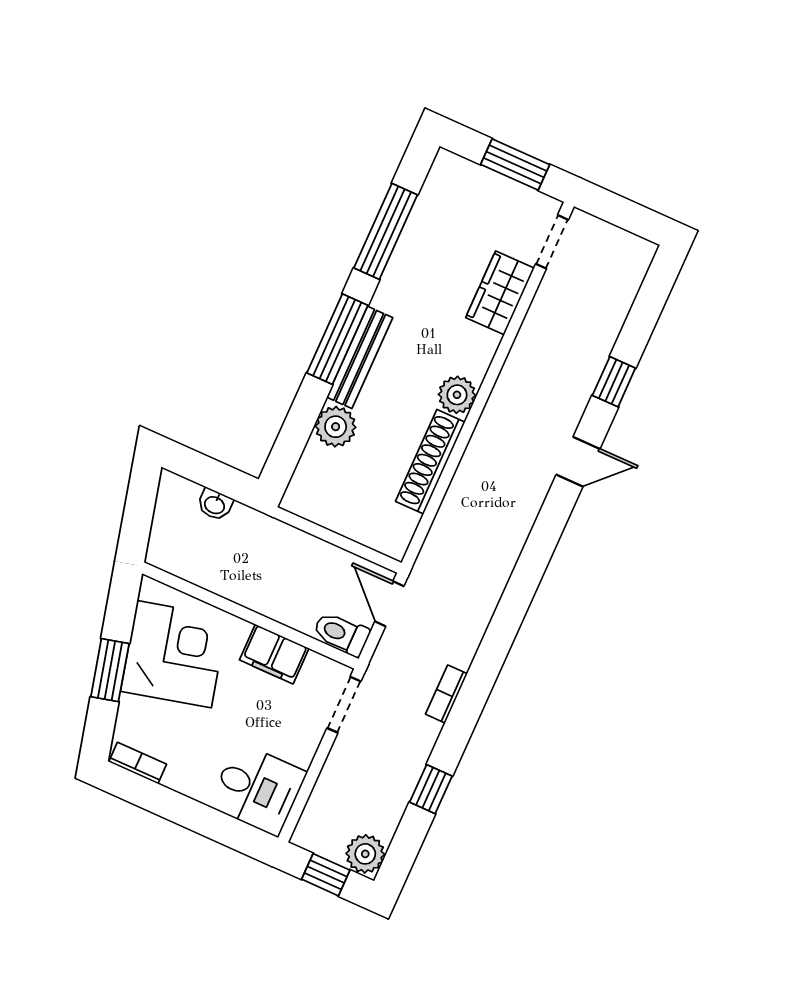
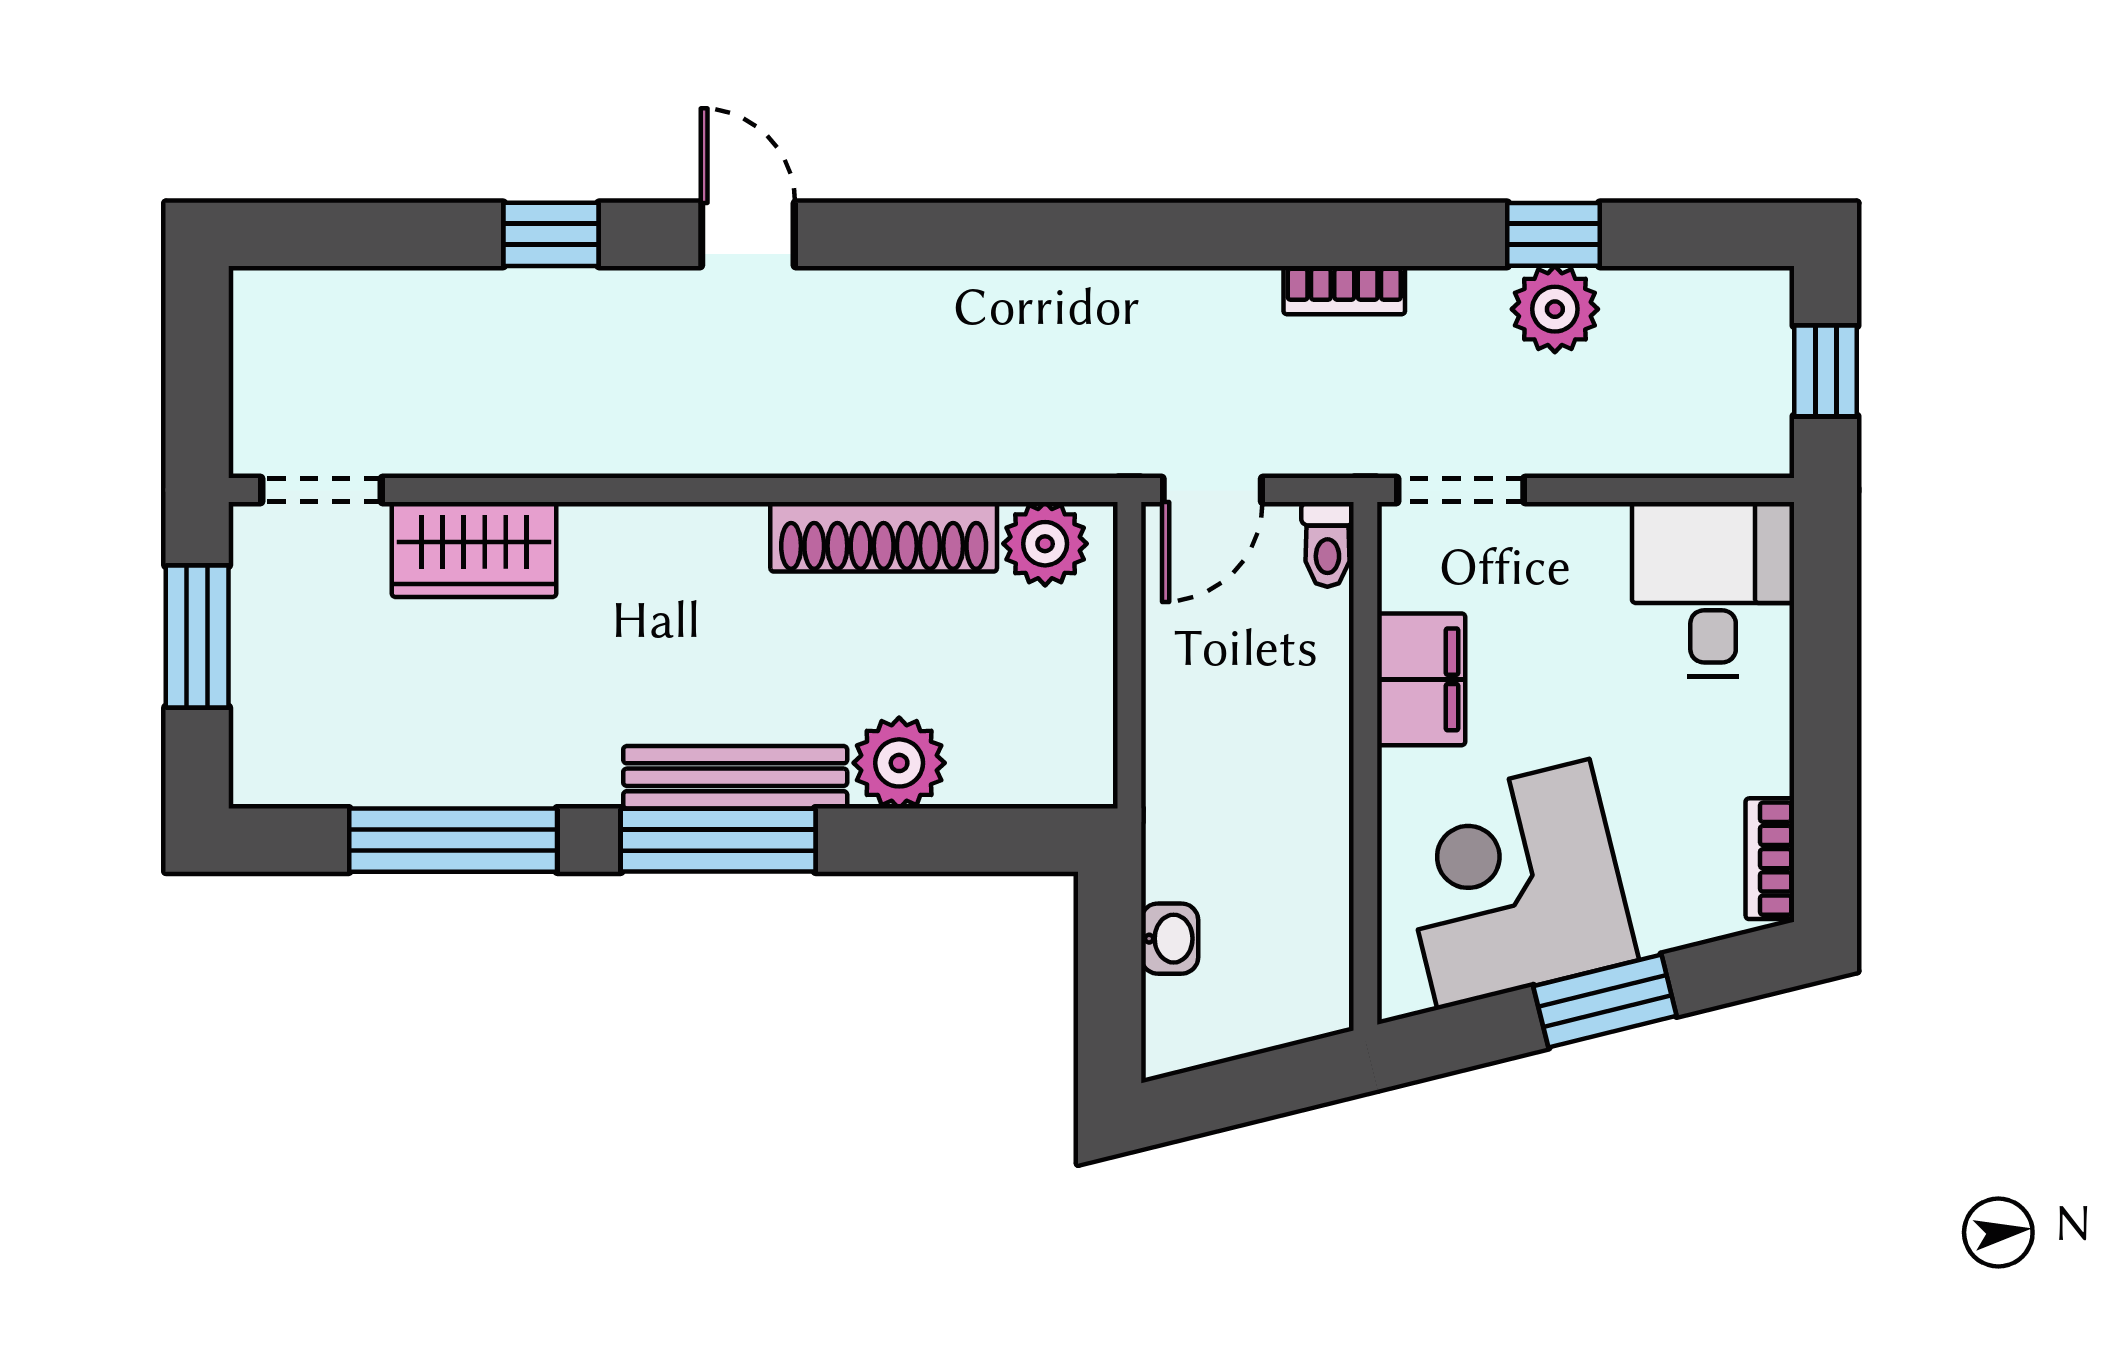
plant: (457, 395) -> (1045, 544), moved
toilet: (341, 634) -> (1327, 544), width x0.73, depth x0.72
plant: (365, 854) -> (1555, 309), moved

